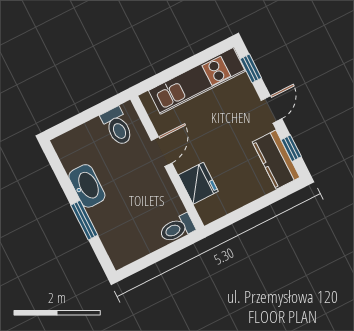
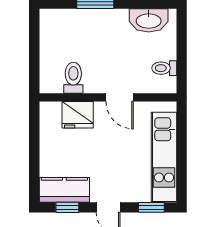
toilet: (117, 127) -> (164, 68), width x0.73, depth x0.72
washbasin: (87, 186) -> (149, 20), moved
toilet: (177, 228) -> (73, 78), moved

